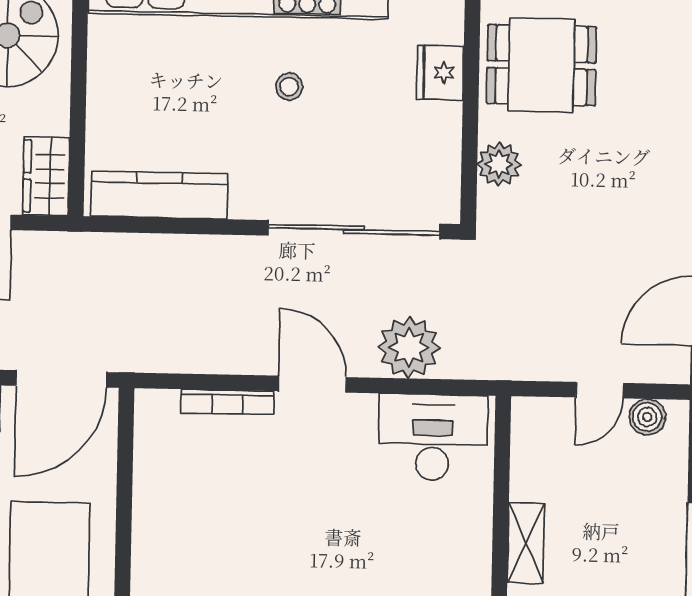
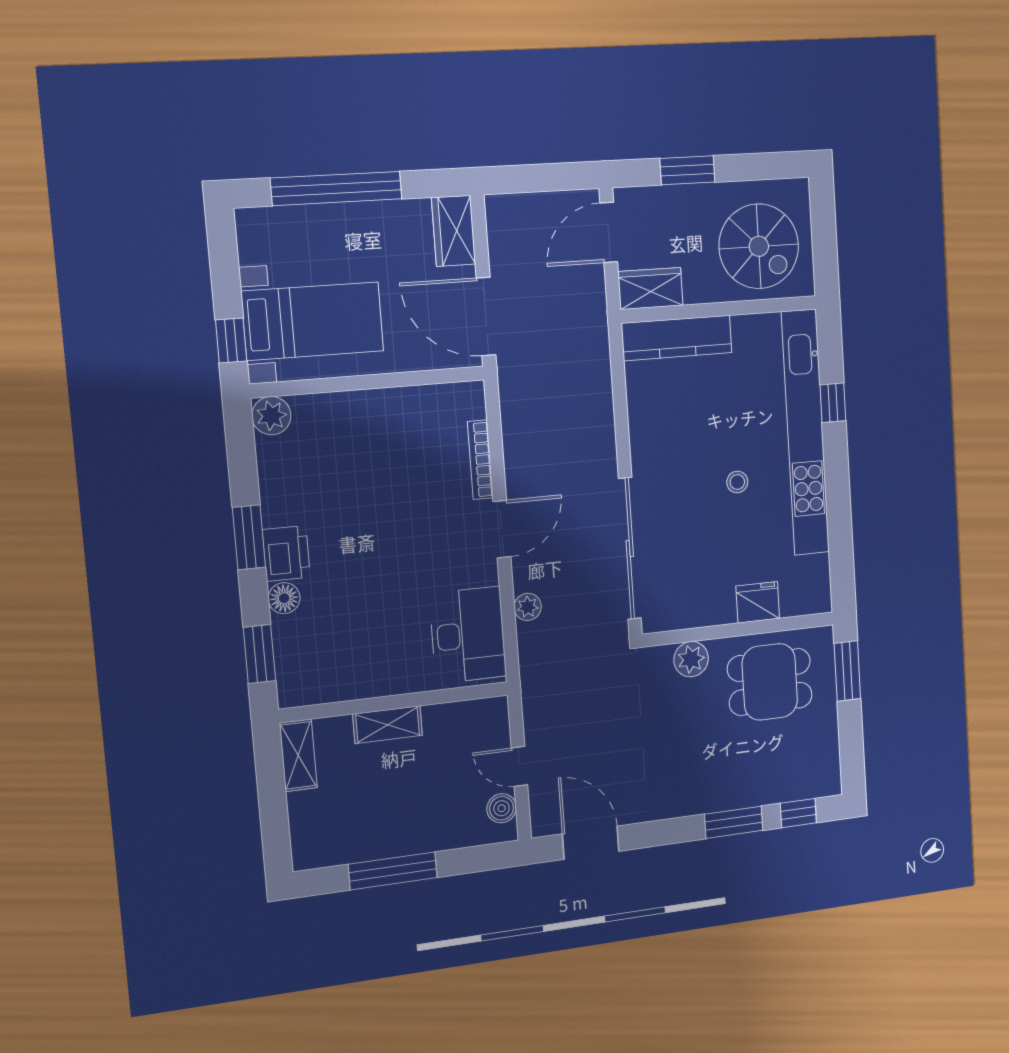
dining table: (541, 65) -> (770, 682), turned 90
kitchen counter: (159, 195) -> (677, 338), moved, turned 90
plant: (409, 347) -> (528, 607), width x0.53, depth x0.53

